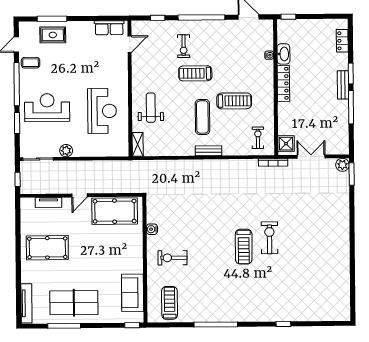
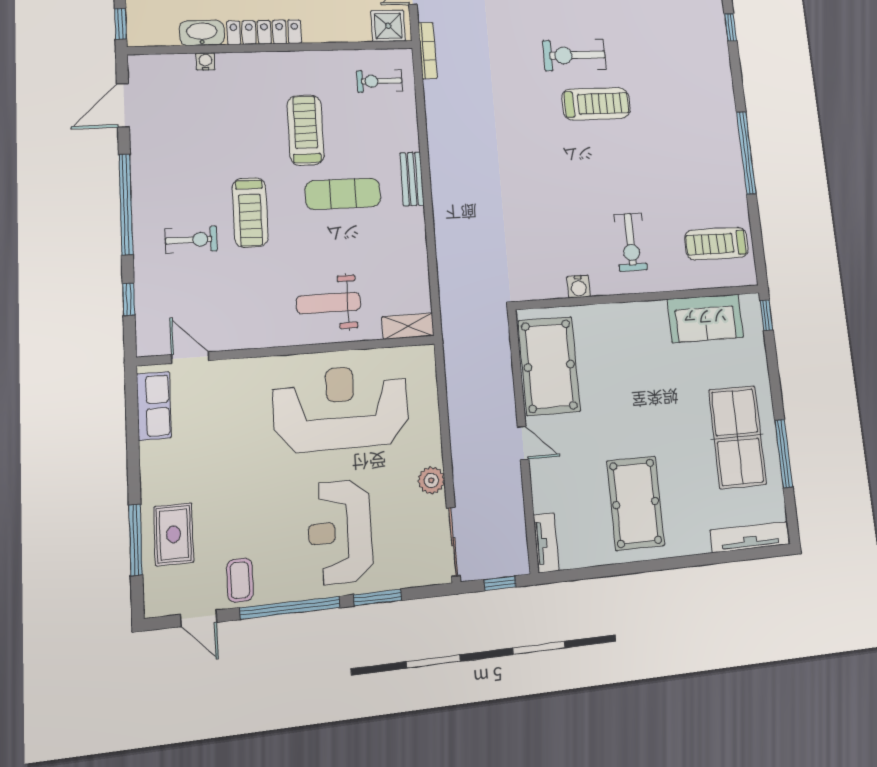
reception desk: (102, 111) -> (341, 408), width x1.36, depth x1.30
tv unit: (49, 202) -> (546, 543), moved

